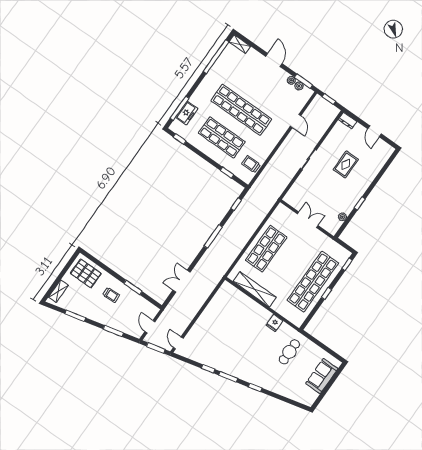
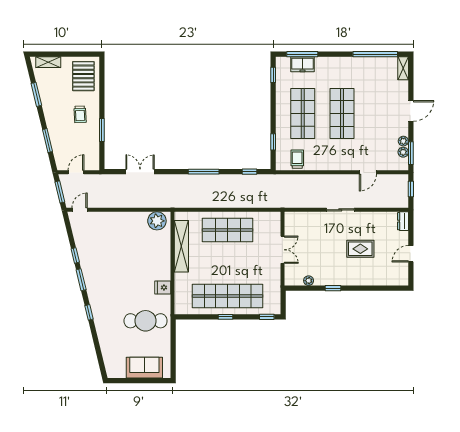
shop shelf: (241, 110) -> (342, 114), width x0.71
plant: (225, 294) -> (157, 221), added
cafe table: (289, 352) -> (146, 321), width x1.37, depth x1.35

